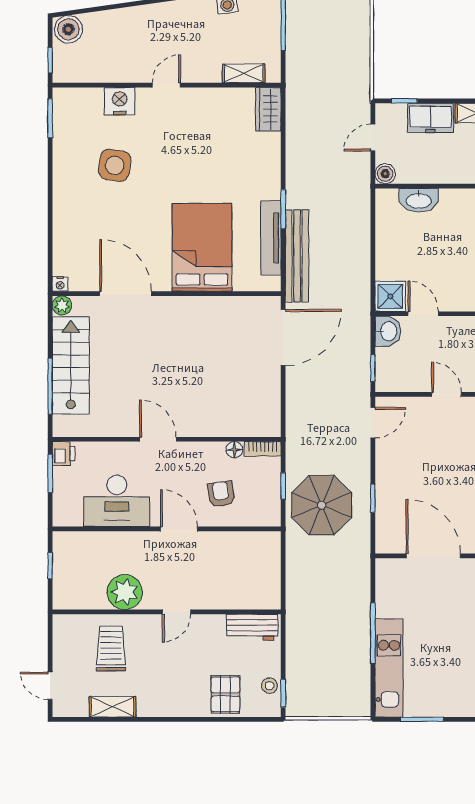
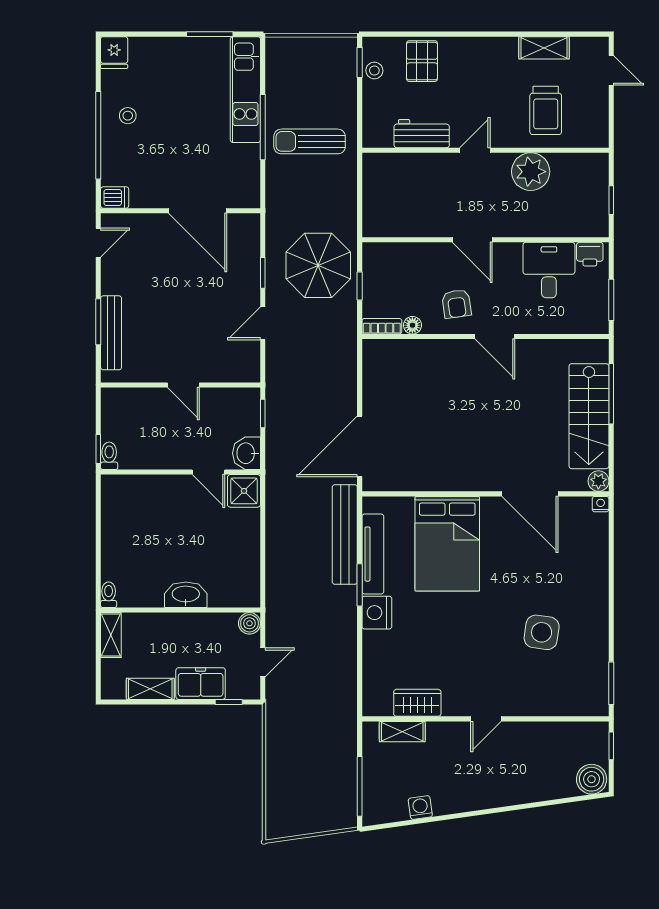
nightstand: (120, 101) -> (377, 613), moved, turned 90
wardrobe: (268, 109) -> (417, 703), moved, turned -90
washbasin: (419, 200) -> (186, 595), moved
door: (373, 423) -> (263, 323), moved
printer: (63, 454) -> (590, 254), moved, turned -90
armchair: (221, 494) -> (456, 304), moved
desk: (117, 501) -> (549, 270), width x0.73
sun lounger: (330, 620) -> (310, 141), added
workbench: (252, 627) -> (422, 134), moved

